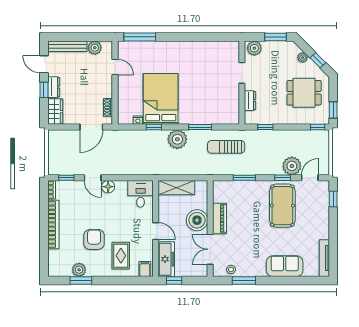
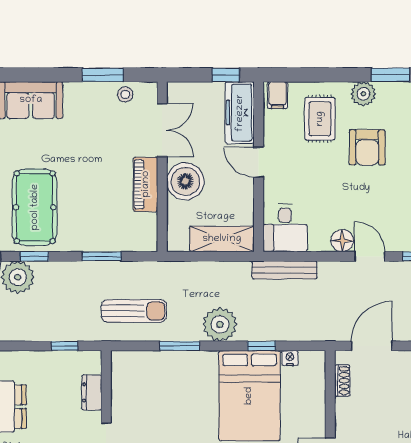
bench: (141, 170) -> (284, 270), added
plant: (79, 270) -> (363, 94), moved

